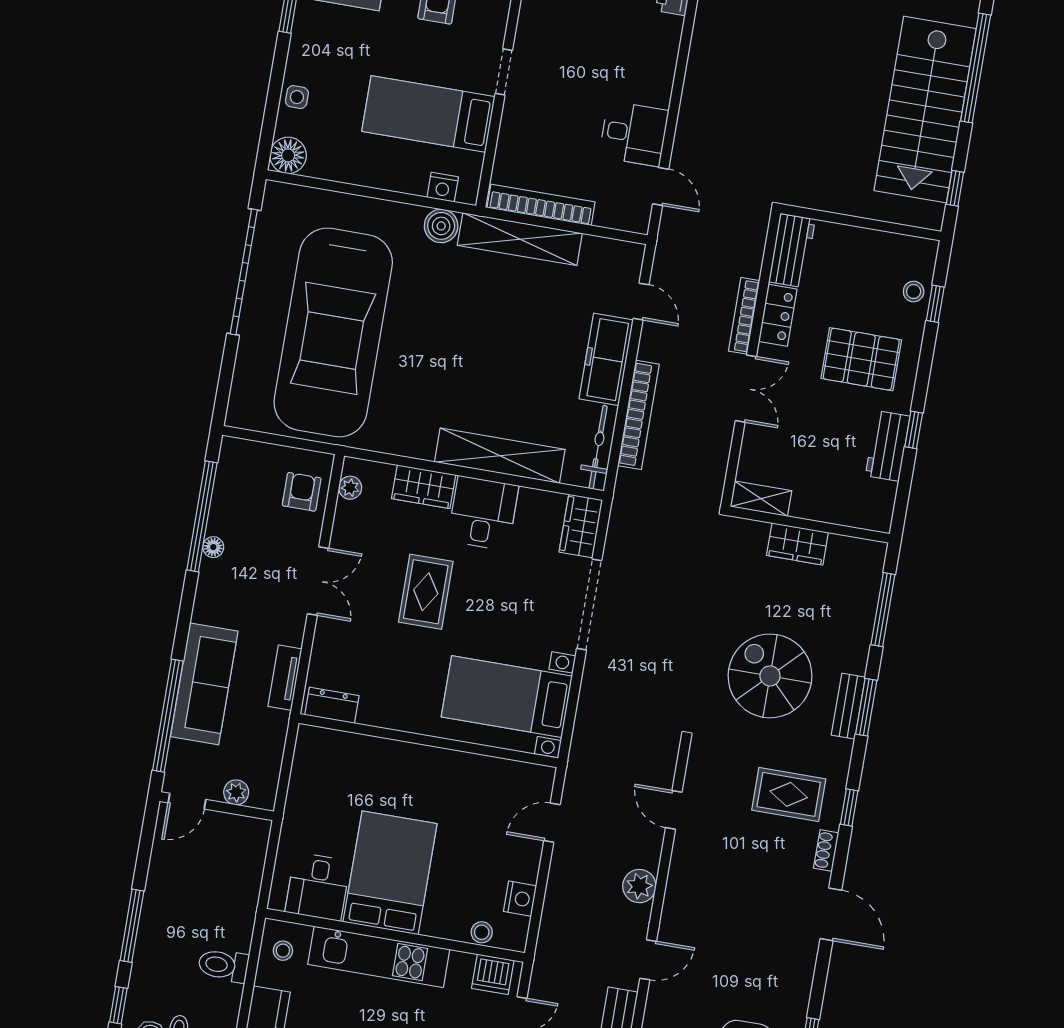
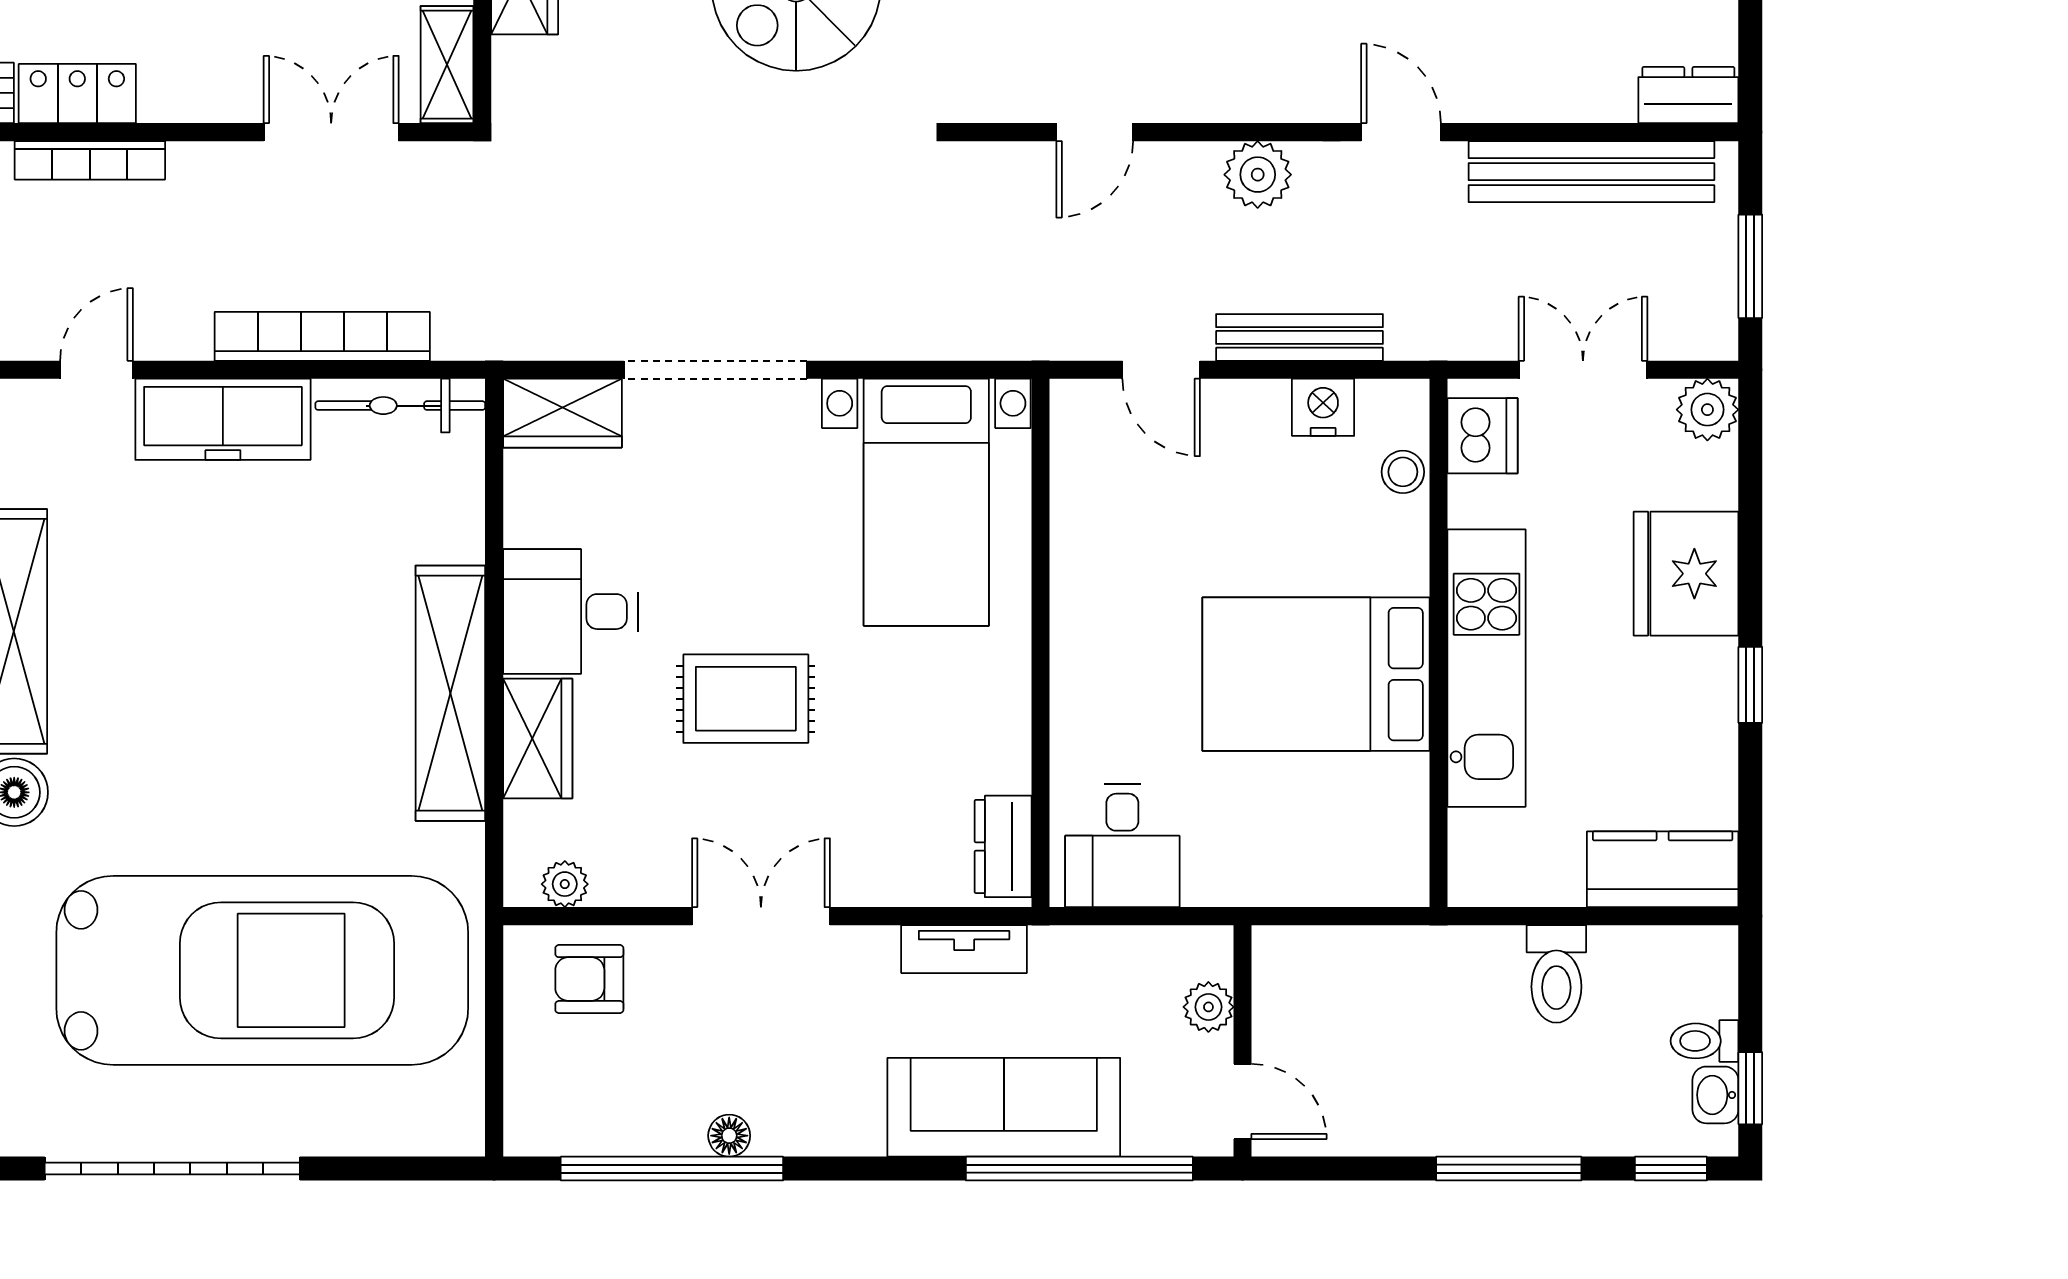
double door: (746, 389) -> (331, 132), moved
shelving: (500, 456) -> (450, 693), moved
desk: (318, 887) -> (1122, 846), moved, turned 90
bench: (556, 893) -> (1299, 337), added
stool: (283, 951) -> (1507, 860), removed

